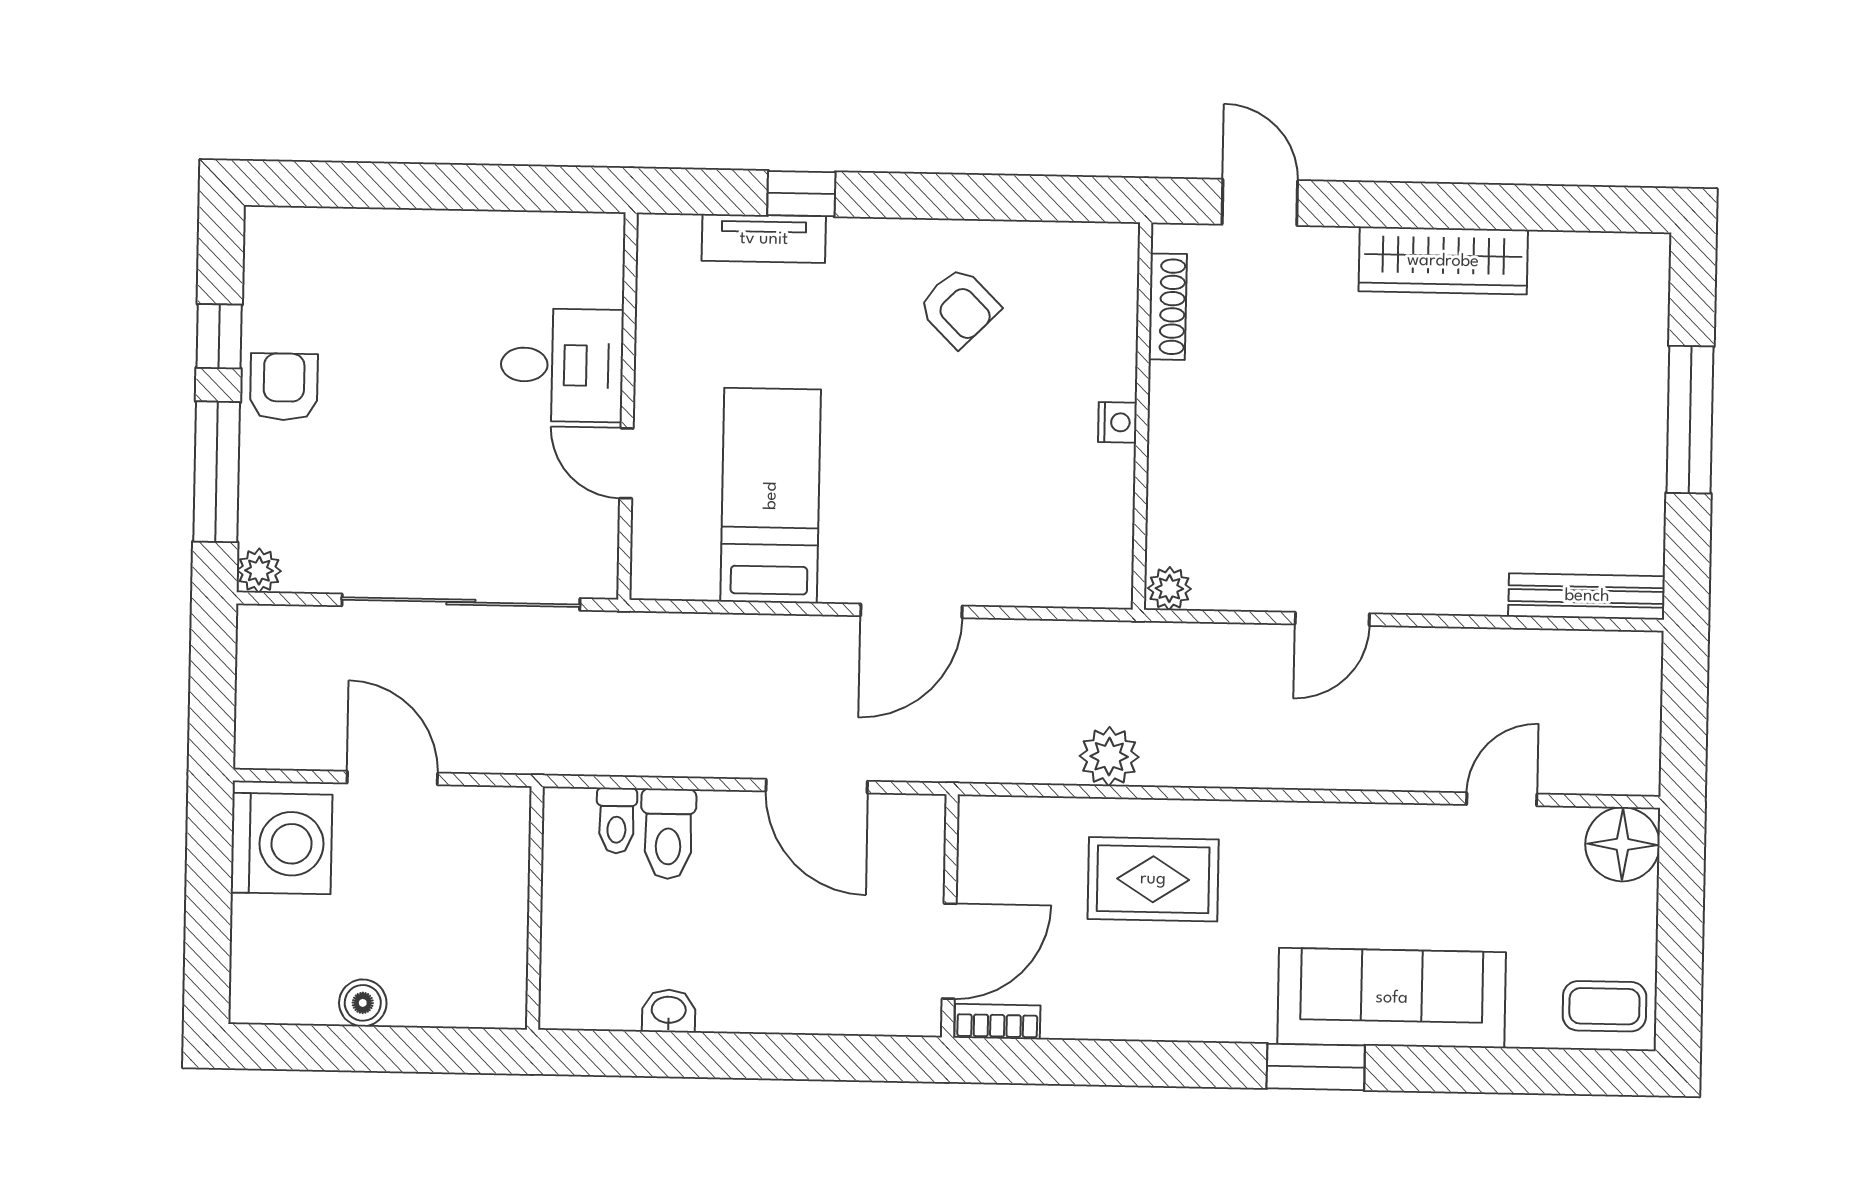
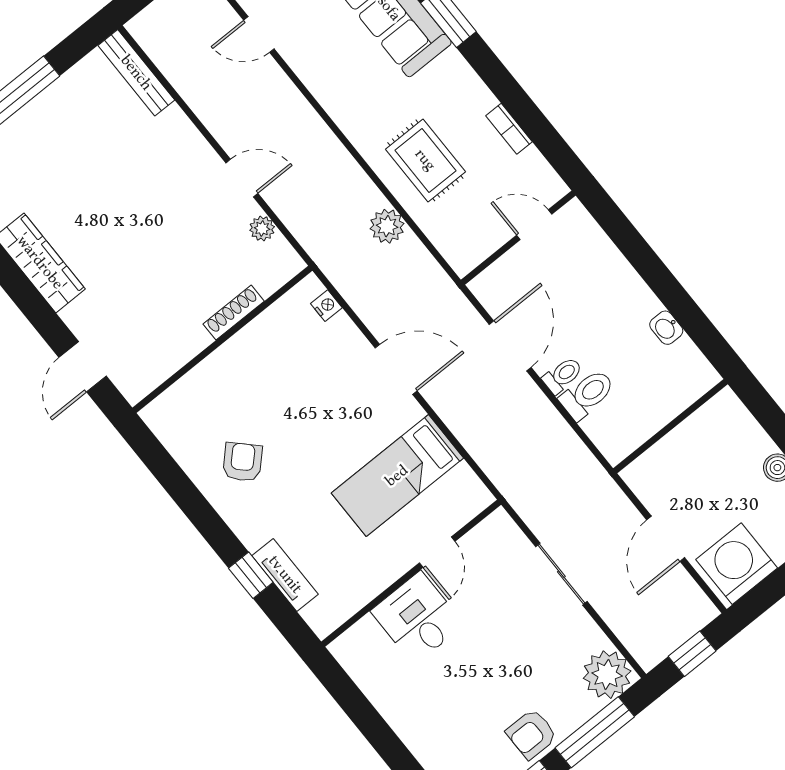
shoe rack: (1168, 307) -> (234, 313), moved
nightstand: (1117, 422) -> (326, 306), moved, turned 90
plant: (259, 571) -> (607, 675), width x1.87, depth x1.87
plant: (1169, 589) -> (262, 229), moved
sliding door: (461, 602) -> (561, 574), width x0.54
window: (212, 686) -> (692, 654), added
toilet: (617, 821) -> (563, 375), moved
door: (949, 951) -> (534, 225), width x0.73
bookcase: (997, 1022) -> (509, 129), moved

